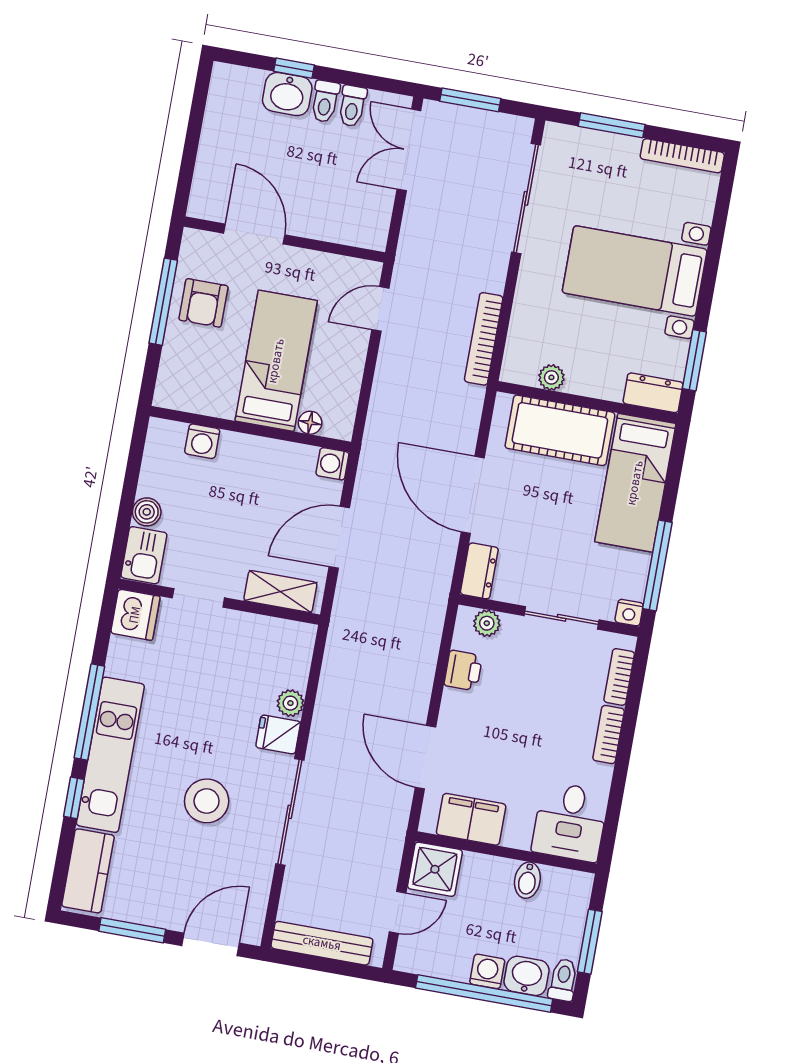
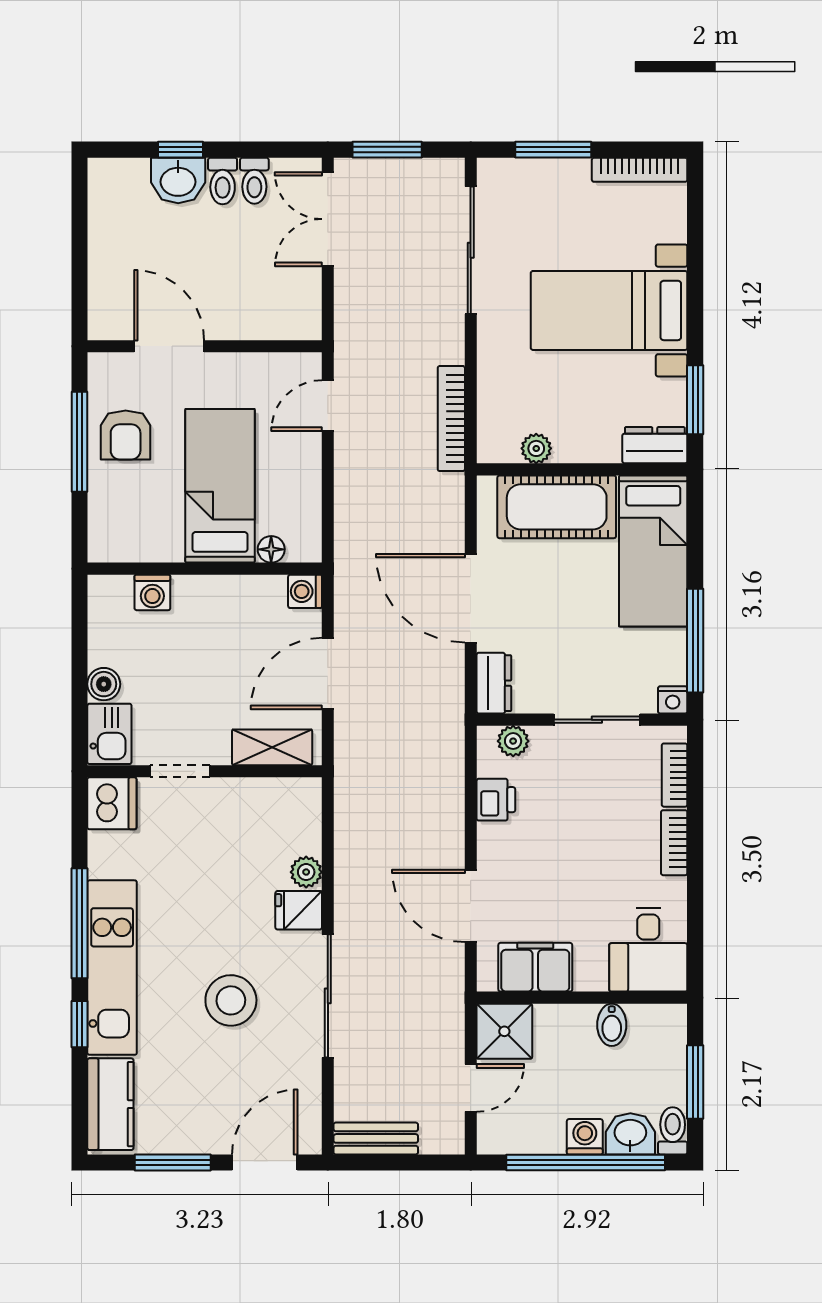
bench: (322, 943) -> (376, 1138), width x0.73

